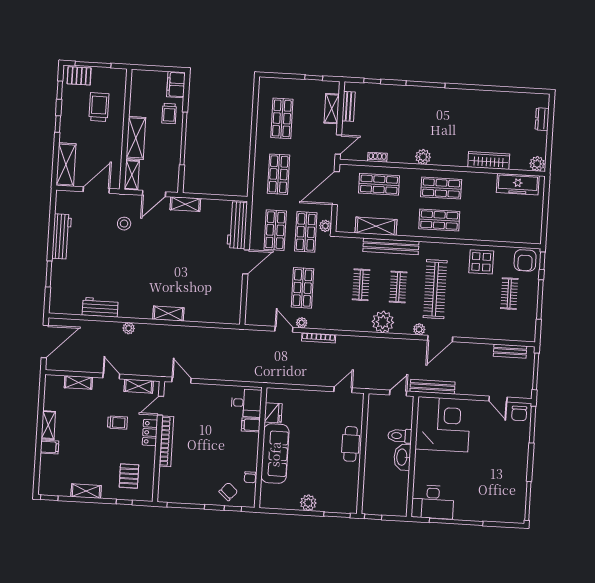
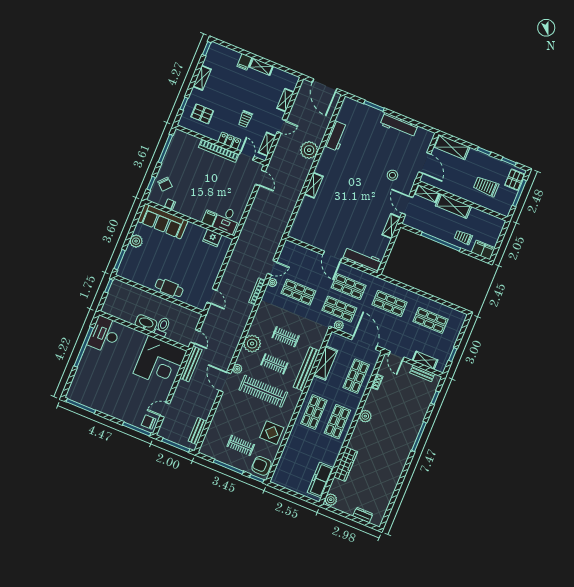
trolley: (99, 107) -> (486, 186), turned 180
plant: (129, 328) -> (309, 150), width x1.88, depth x1.88
door: (182, 380) -> (260, 178), hinge flipped
sofa: (275, 454) -> (163, 221), moved

